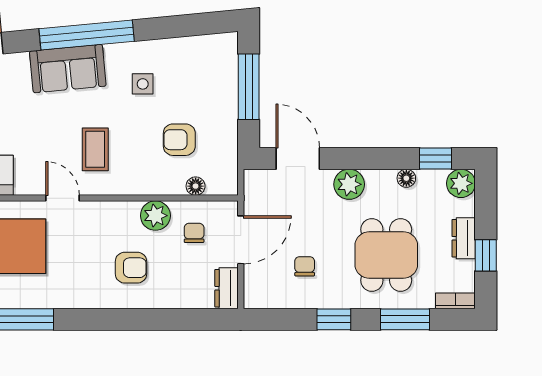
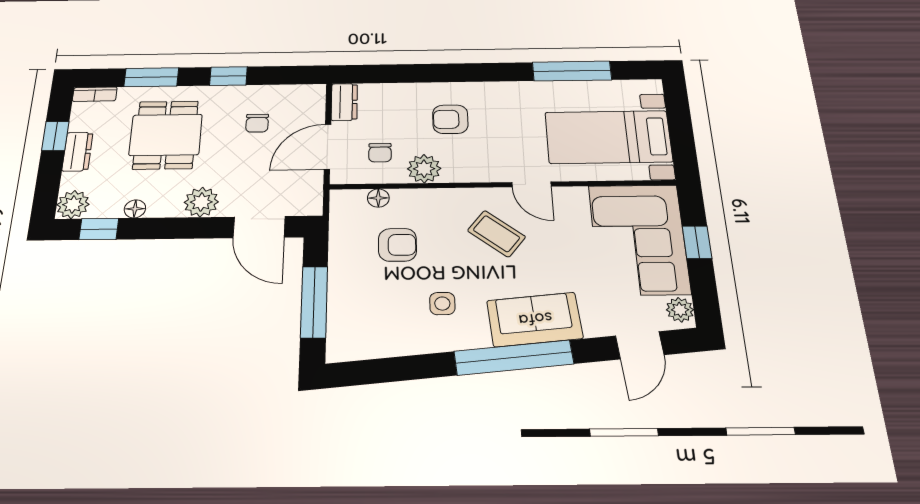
coffee table: (95, 149) -> (496, 234), turned -52

